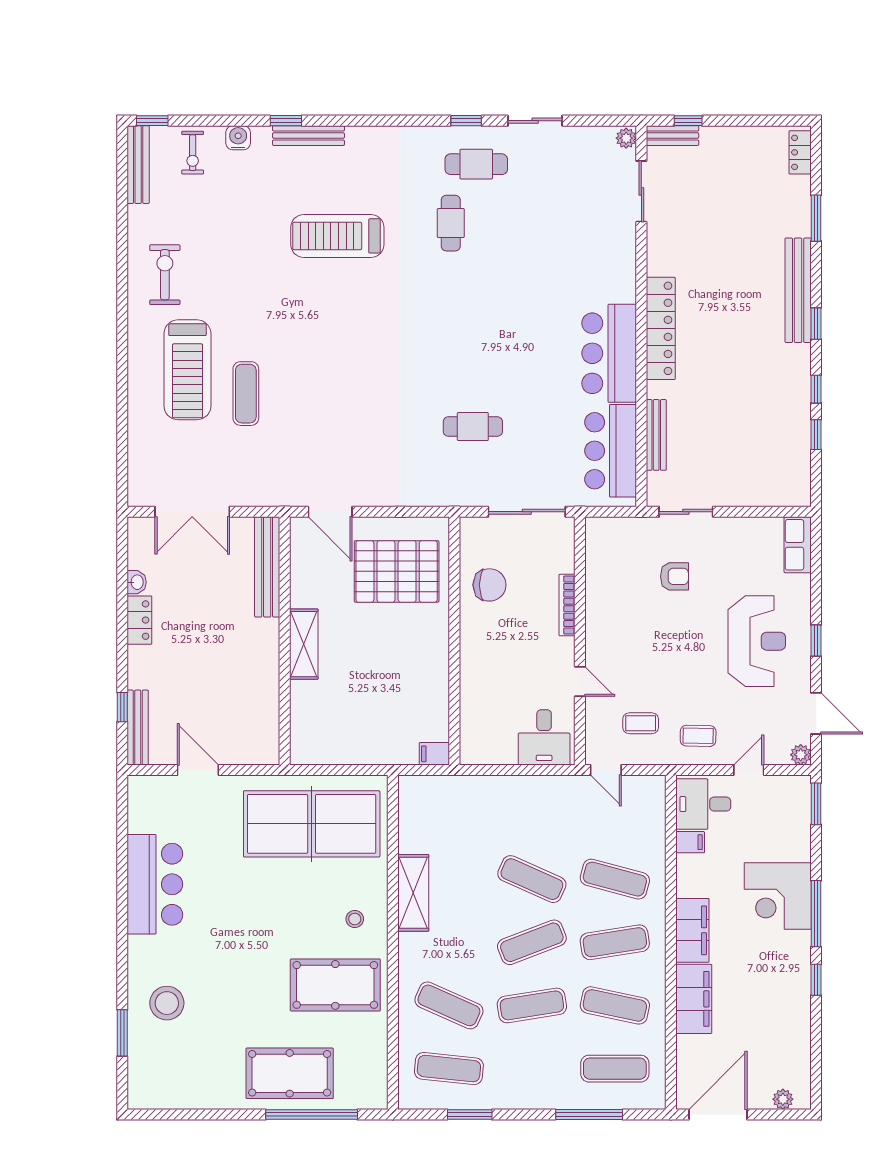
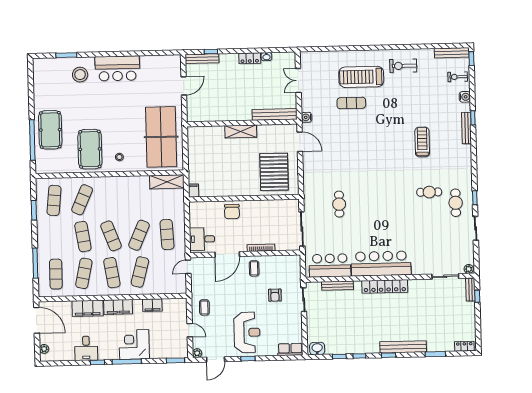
treadmill: (337, 236) -> (422, 142), width x0.73, depth x0.73
exercise bike: (165, 275) -> (403, 66), turned 180
bar counter: (609, 353) -> (381, 264), width x1.36
washbasin: (797, 484) -> (317, 349), added
water cooler: (276, 495) -> (307, 117), added
double door: (192, 512) -> (298, 81), width x0.73
door: (330, 512) -> (300, 142), swing flipped
chair: (490, 585) -> (232, 212), moved
reception desk: (757, 641) -> (247, 332), turned -90
door: (580, 681) -> (227, 254), width x1.88
coffee table: (641, 723) -> (254, 268), moved
desk: (703, 804) -> (86, 348), moved, turned 180
exercise mat: (532, 816) -> (167, 234), added
filing cabinet: (690, 842) -> (152, 305), width x2.00
bar counter: (155, 884) -> (117, 68), moved
shelving: (413, 893) -> (167, 182), moved

